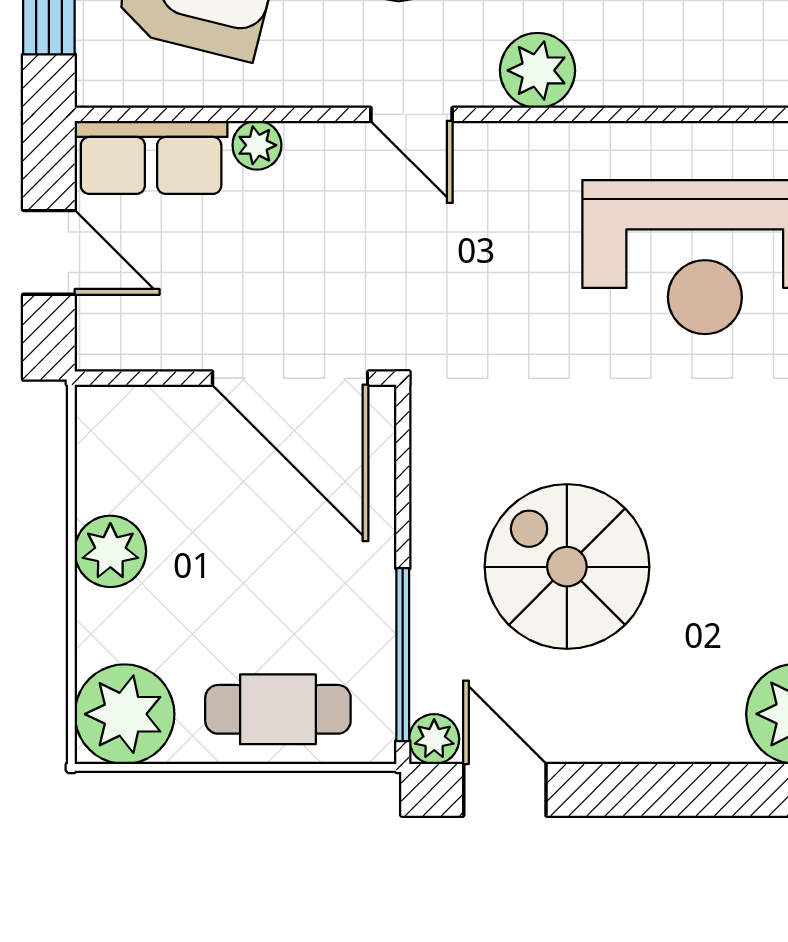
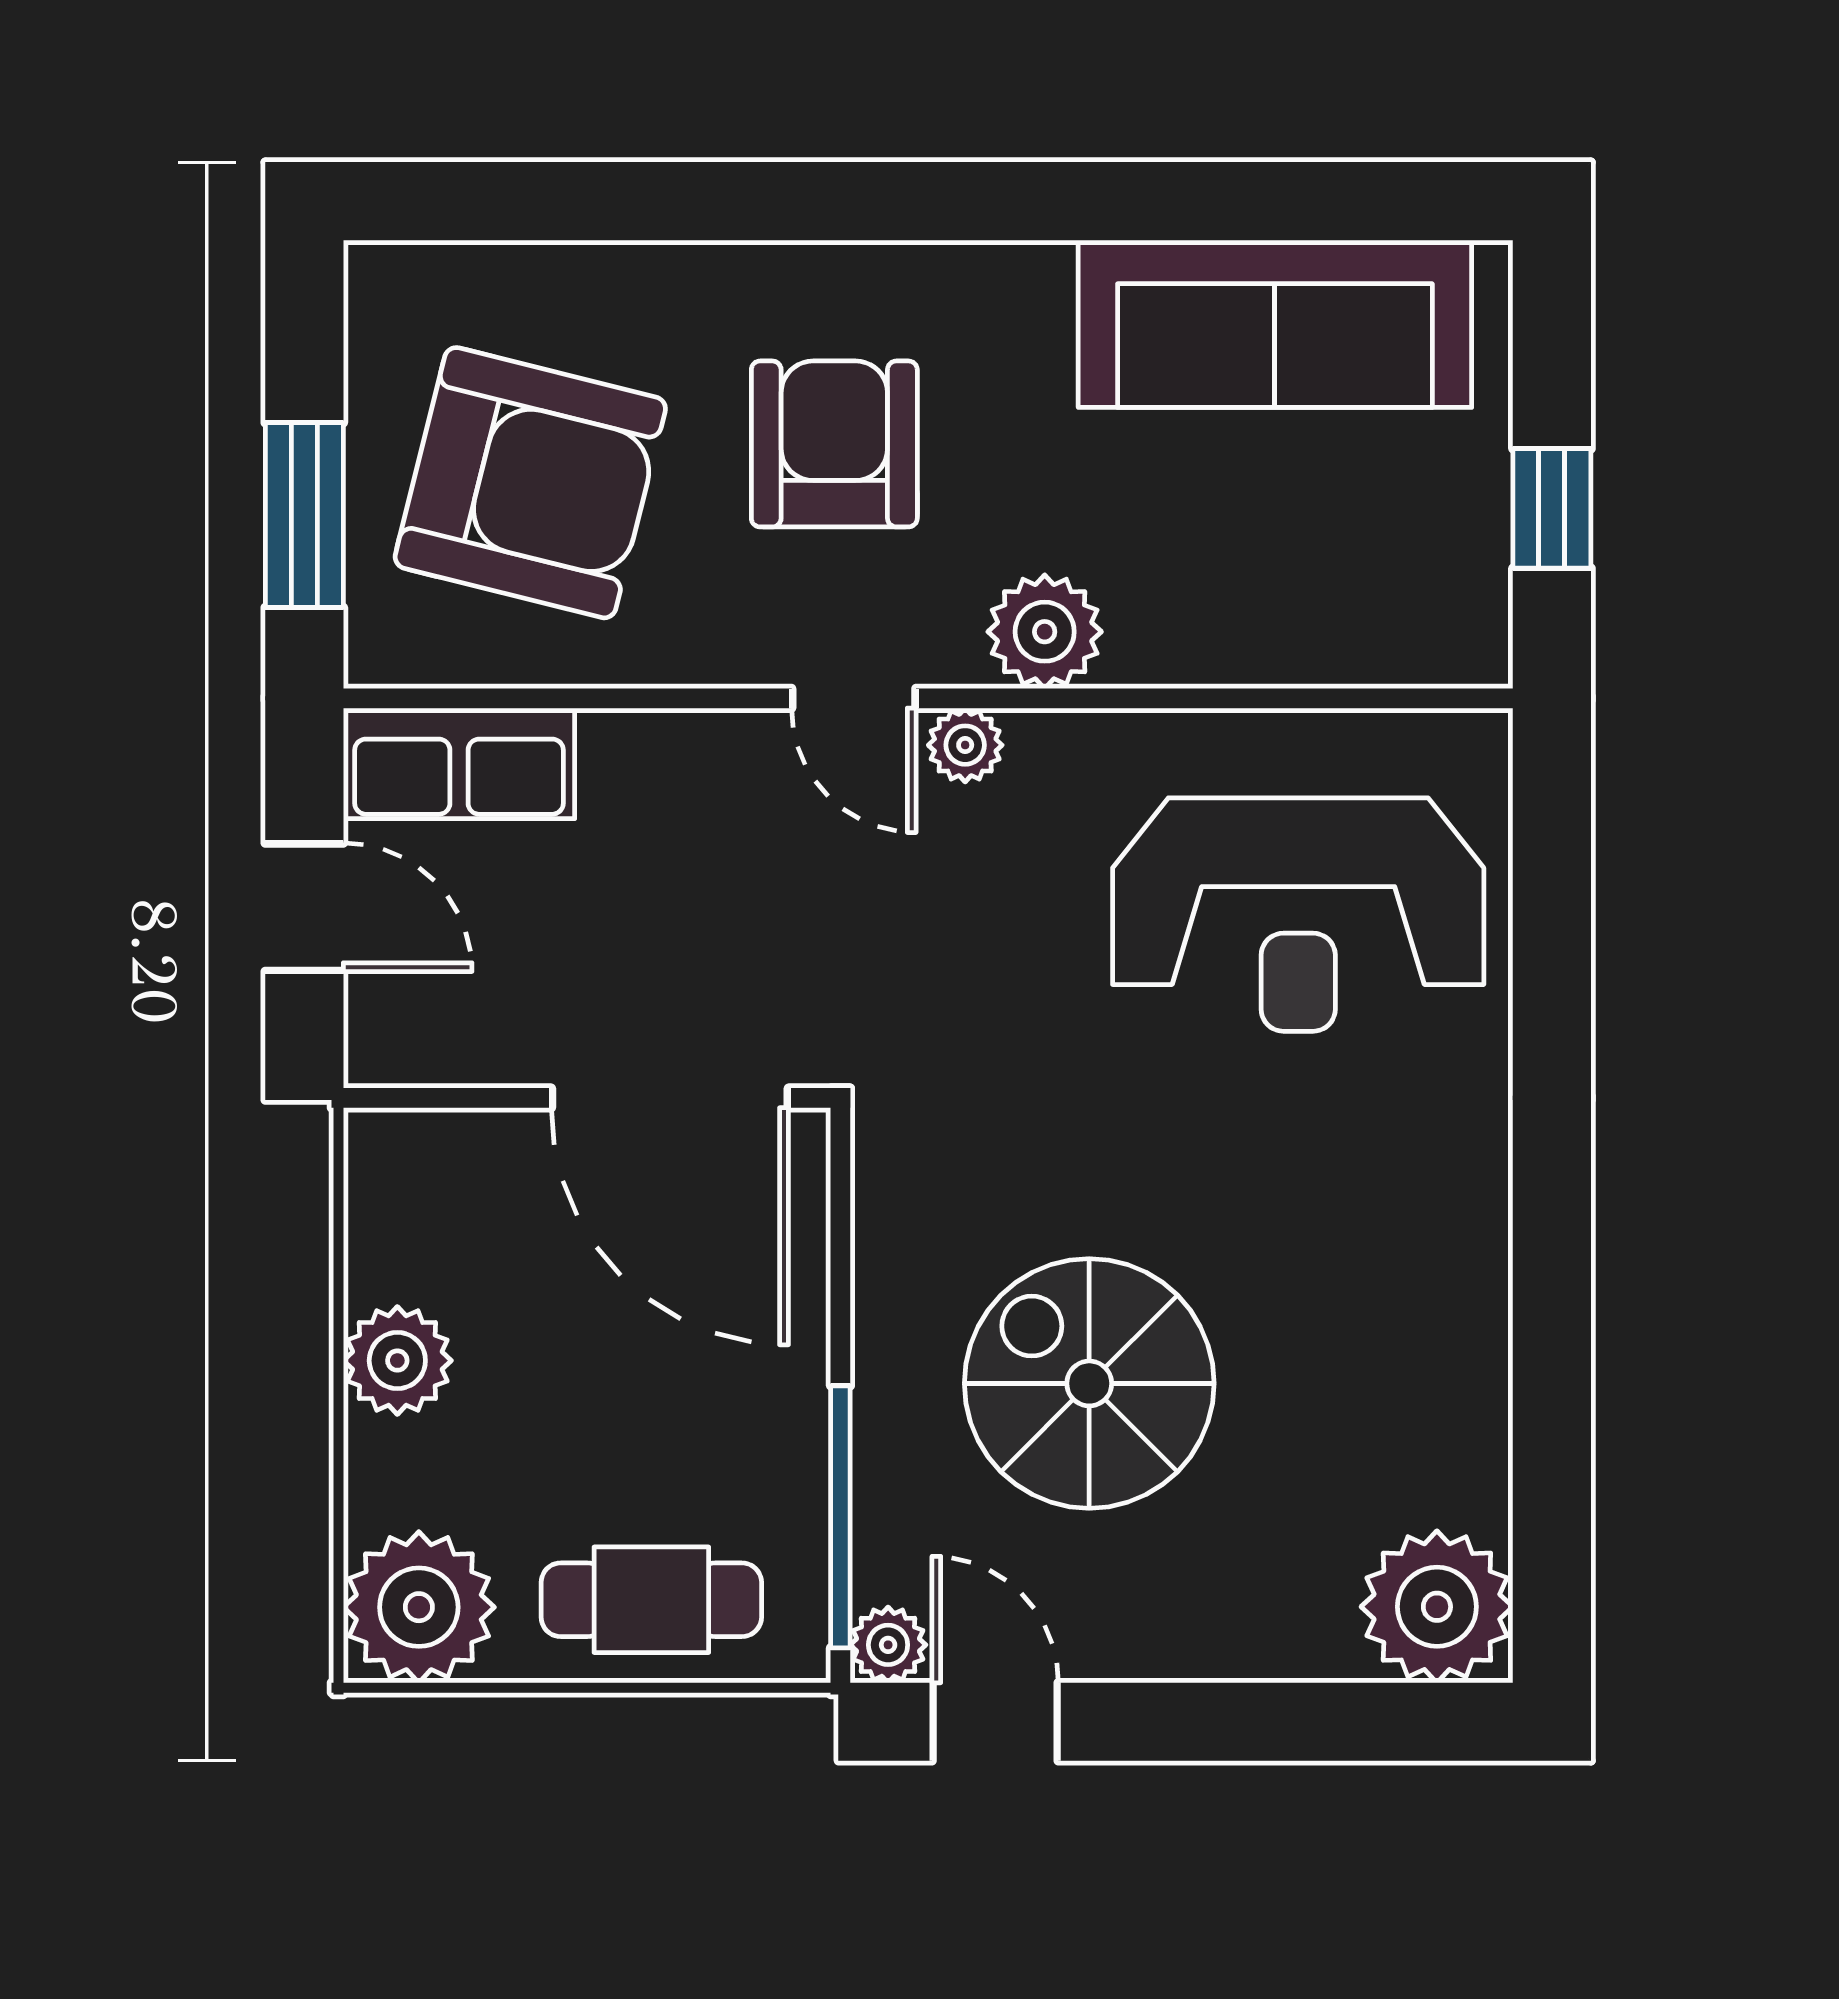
plant: (257, 145) -> (965, 745), moved

